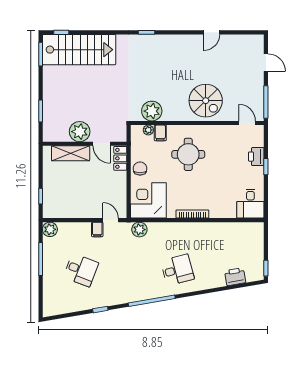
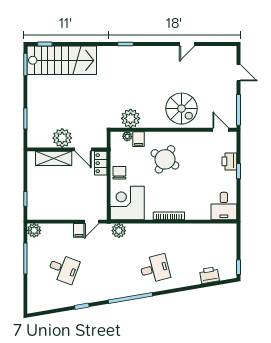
round table: (188, 154) -> (165, 159), turned 31
door: (111, 220) -> (91, 222), swing flipped

